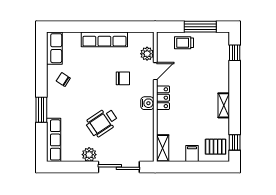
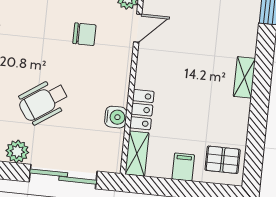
locker: (163, 98) -> (142, 110), moved
water cooler: (147, 103) -> (116, 117), moved
shelving: (224, 105) -> (244, 77), moved
window: (235, 142) -> (254, 156), removed

